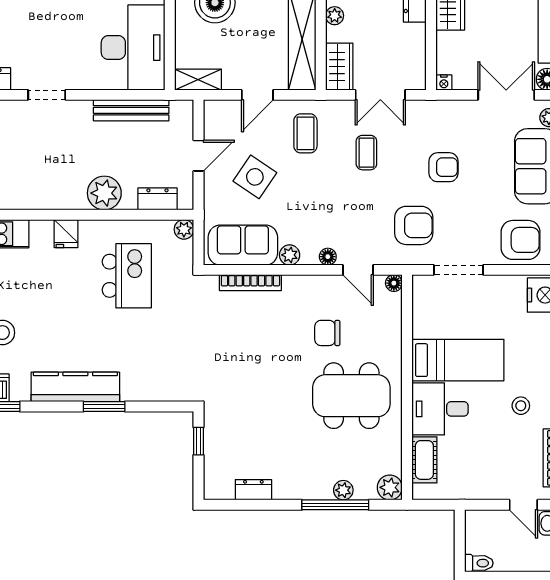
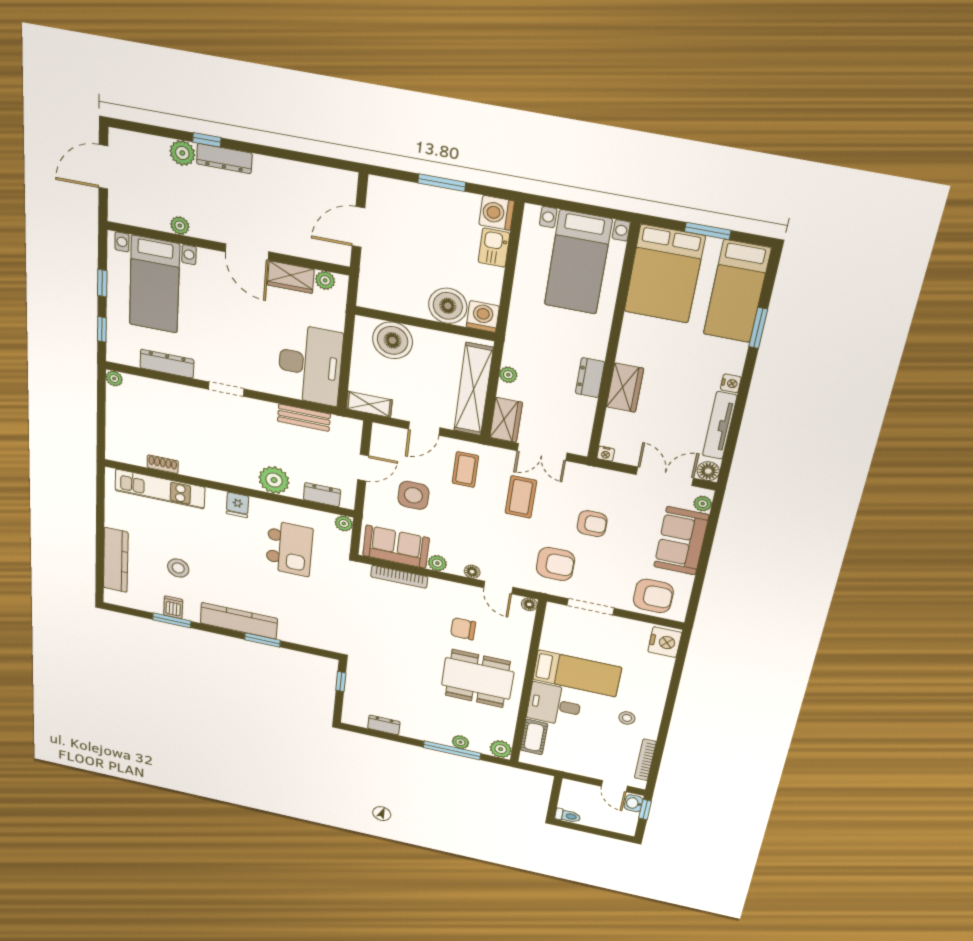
bench: (131, 110) -> (304, 418), width x0.73
coffee table: (366, 153) -> (521, 497), width x1.36, depth x1.30
side table: (255, 177) -> (413, 495), turned -34

